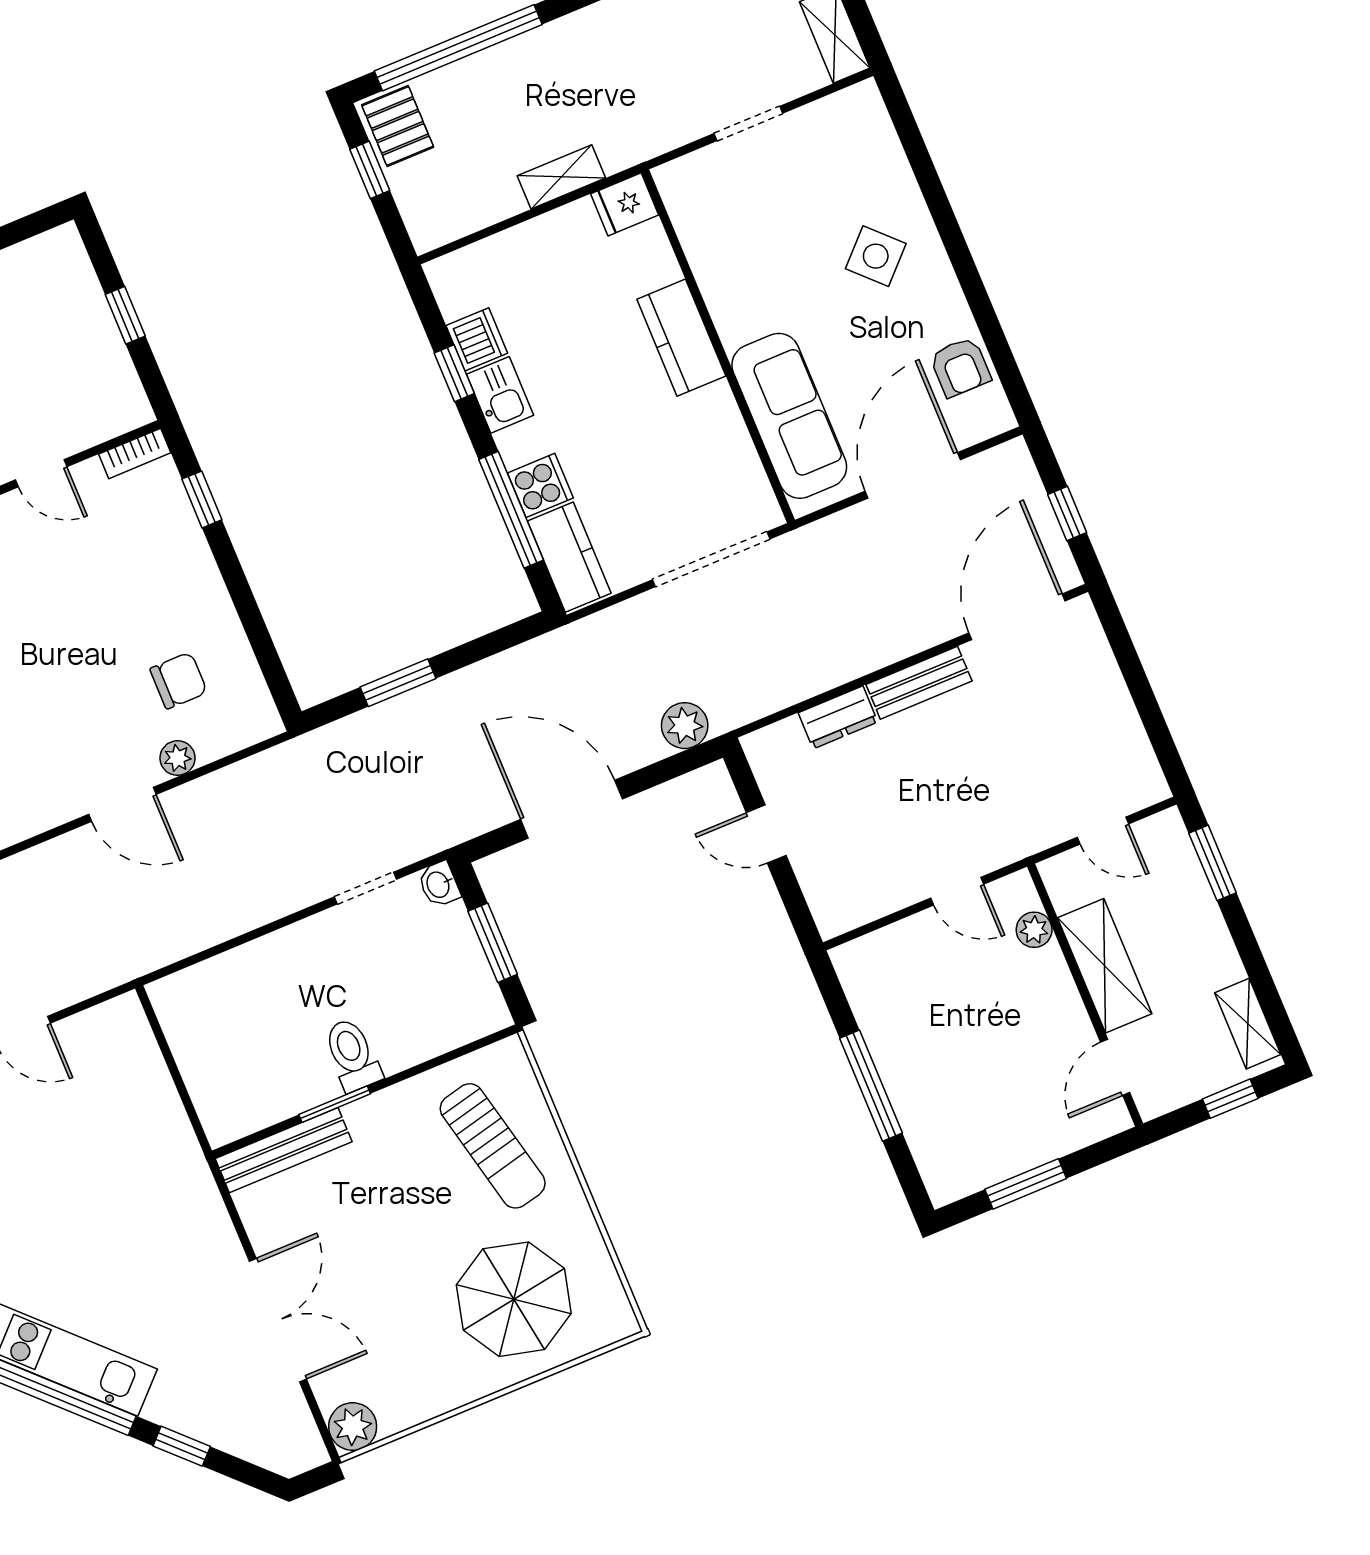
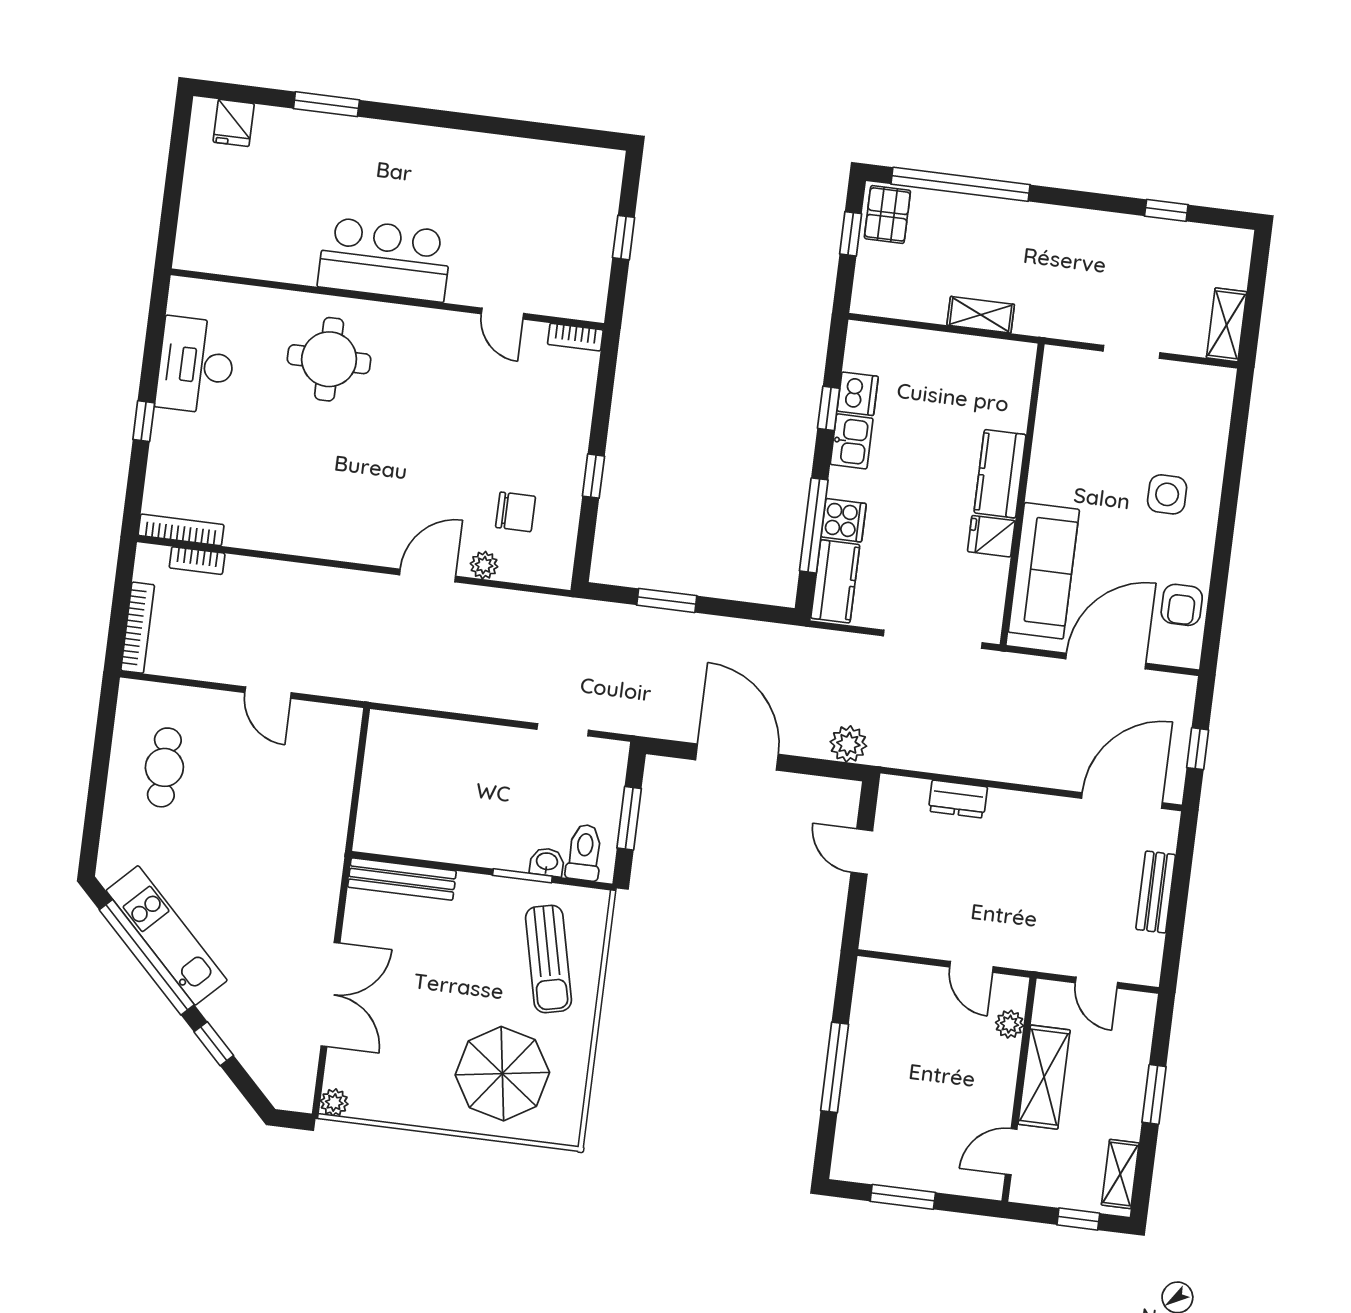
fridge: (625, 204) -> (991, 536), moved
side table: (876, 256) -> (1167, 494), turned 45
window: (202, 499) -> (593, 476), moved
bench: (919, 683) -> (1156, 892), moved, turned 90
door: (122, 804) -> (427, 575), swing flipped
window: (1213, 863) -> (1154, 1094), moved
washbasin: (439, 884) -> (547, 862), moved, turned 90
toilet: (352, 1055) -> (584, 852), moved
window: (335, 1104) -> (522, 876), moved
plant: (353, 1427) -> (334, 1102), width x0.73, depth x0.73

